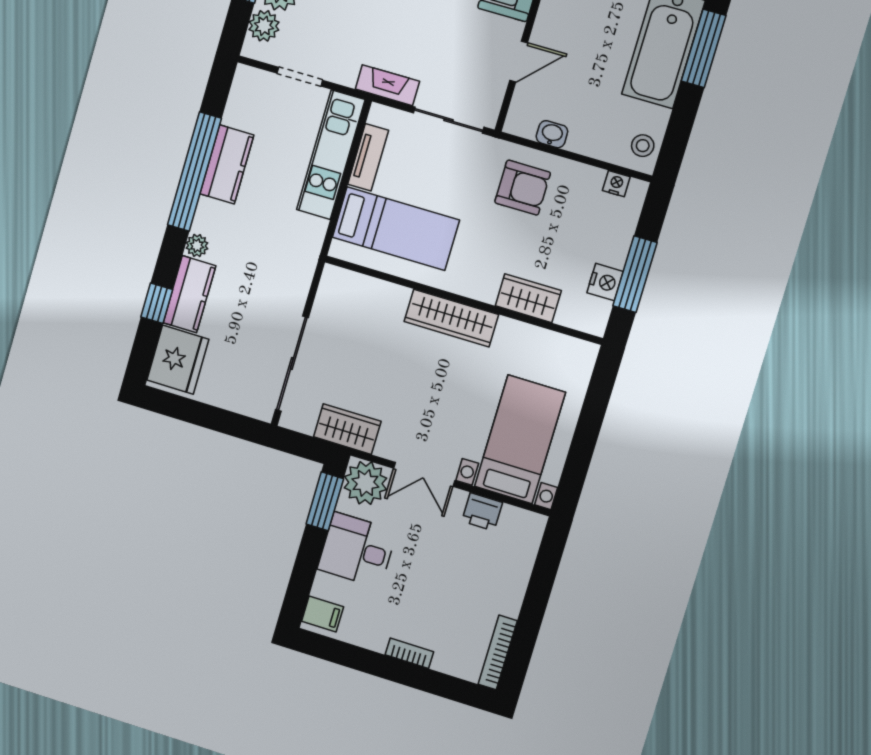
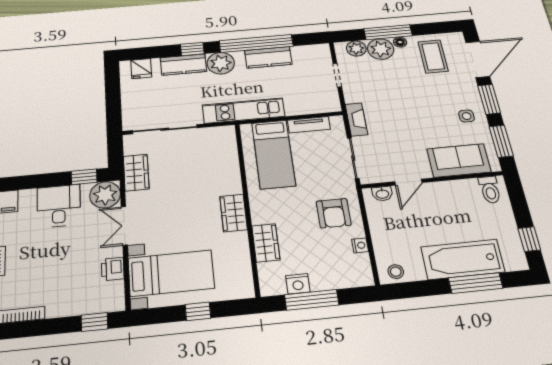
door: (519, 61) -> (408, 182), hinge flipped
washbasin: (552, 134) -> (382, 194), moved, turned 90
kitchen unit: (331, 155) -> (244, 111), moved
nightstand: (616, 184) -> (360, 245), moved
plant: (197, 246) -> (221, 63), width x1.88, depth x1.88
window: (157, 303) -> (192, 49), moved
wardrobe: (451, 318) -> (234, 213), width x0.67
fridge: (178, 360) -> (141, 69), width x0.53, depth x0.75
window: (589, 426) -> (198, 311), added
window: (325, 501) -> (84, 177), width x0.67
window: (548, 561) -> (94, 322), added

